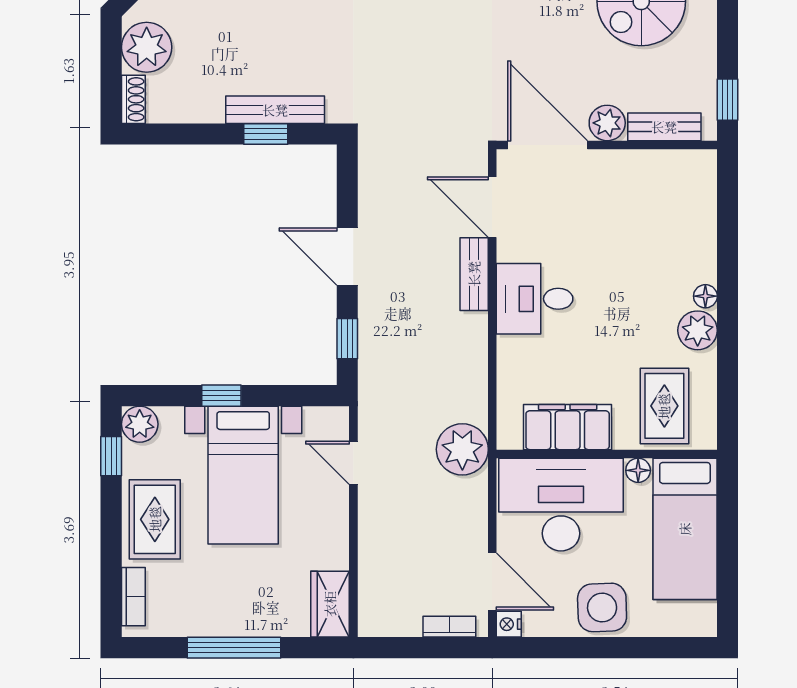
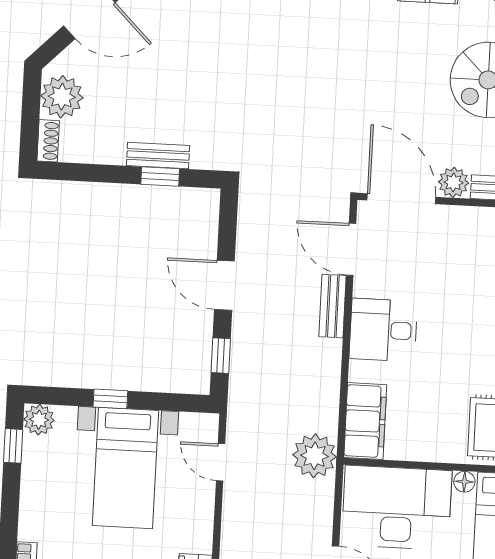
bench: (275, 110) -> (158, 156), width x0.73
filing cabinet: (568, 427) -> (365, 421), moved, turned 90
rug: (155, 519) -> (48, 502), removed

